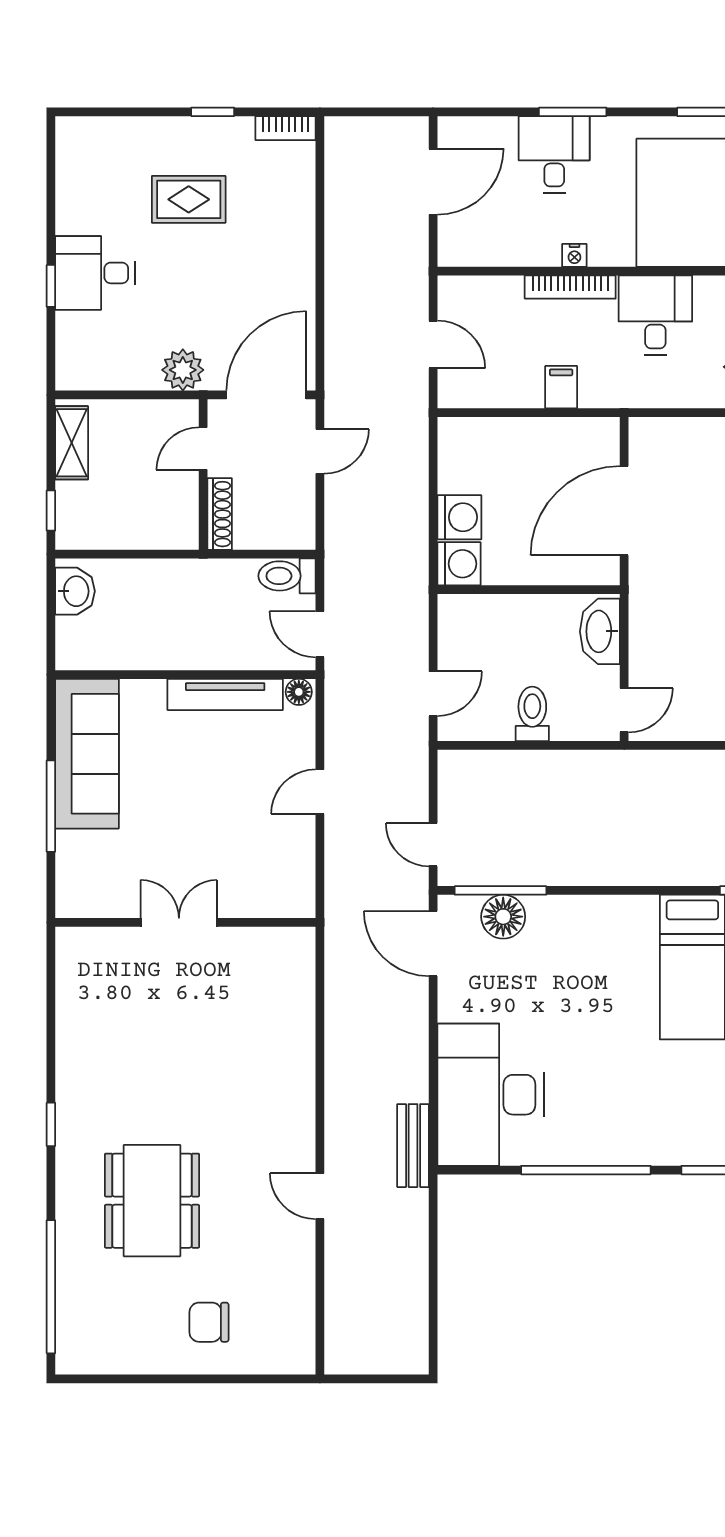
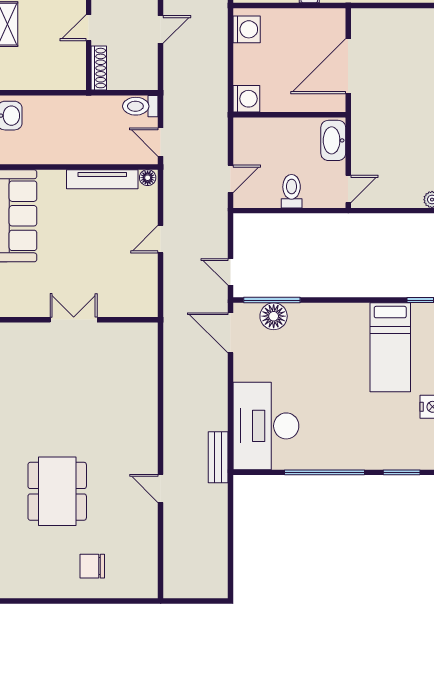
washing machine: (459, 517) -> (247, 29), moved

